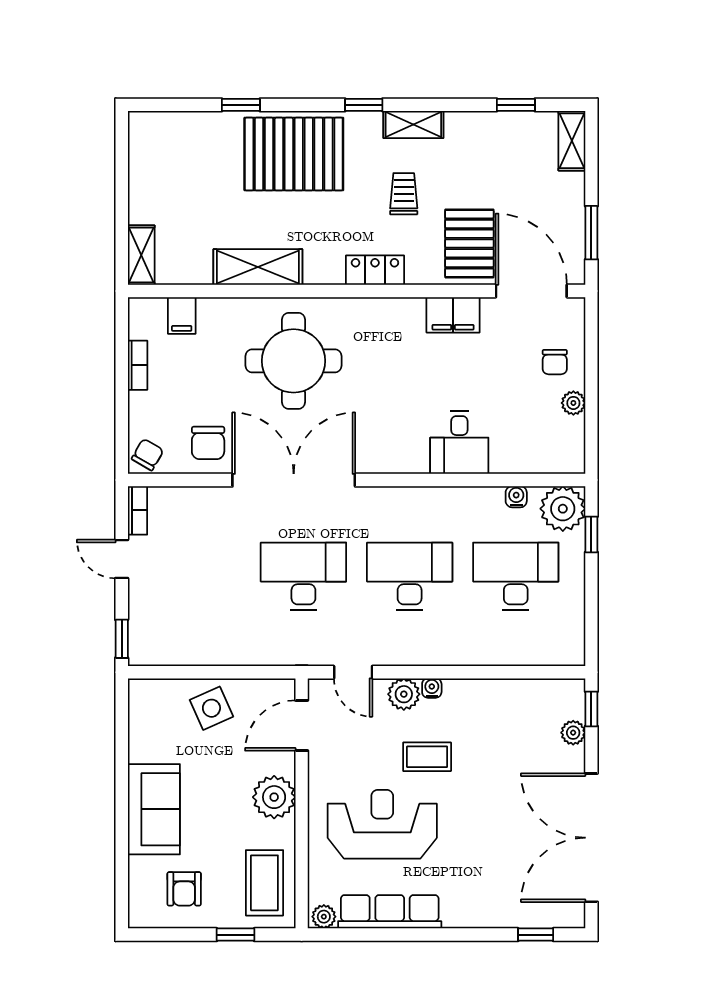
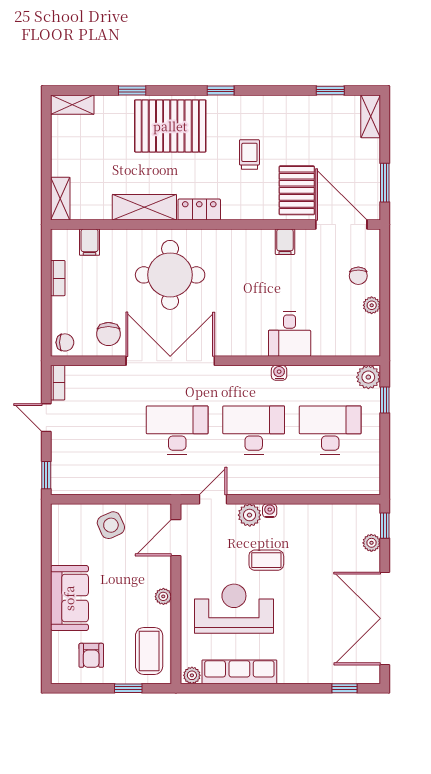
shelving: (413, 125) -> (72, 105), moved
locker: (375, 270) -> (199, 210), moved
filing cabinet: (453, 315) -> (285, 242), width x0.50
chair: (148, 455) -> (65, 342), turned 60
water cooler: (516, 497) -> (279, 373), moved
plant: (563, 509) -> (368, 377), width x0.73, depth x0.73
door: (353, 672) -> (213, 499), swing flipped
plant: (274, 797) -> (163, 596), width x0.53, depth x0.53

